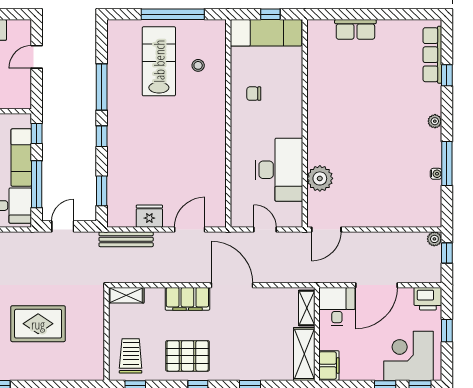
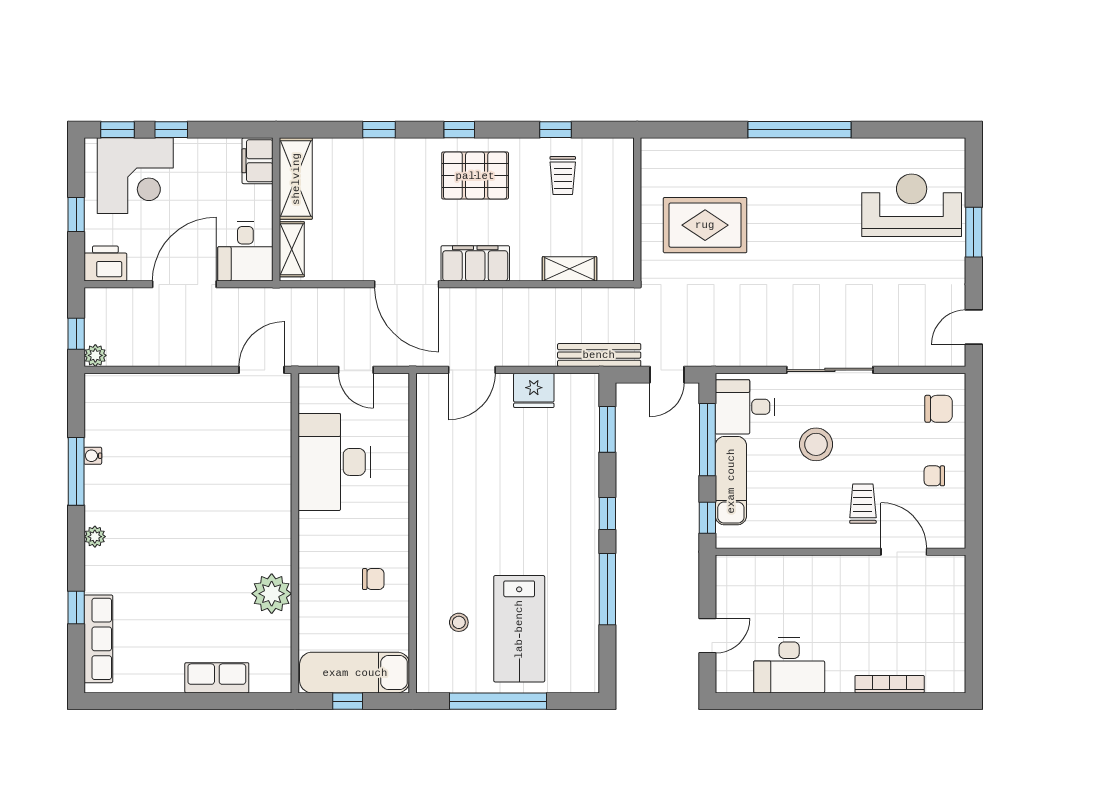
plant: (320, 178) -> (272, 594), moved
bench: (126, 239) -> (599, 355), moved
wall: (106, 334) -> (637, 209), moved
trolley: (131, 356) -> (563, 176), width x0.73, depth x0.72

